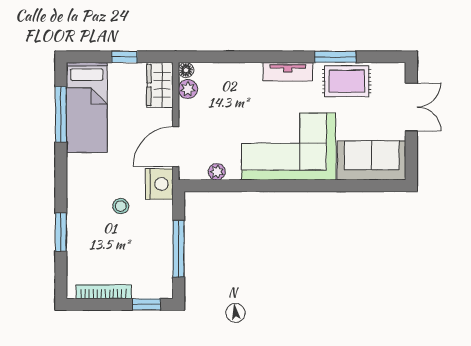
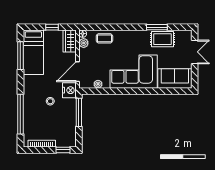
tv unit: (288, 72) -> (133, 34), removed
coffee table: (230, 80) -> (104, 38), added
window: (61, 232) -> (20, 114), width x2.11
window: (179, 249) -> (79, 112), moved

